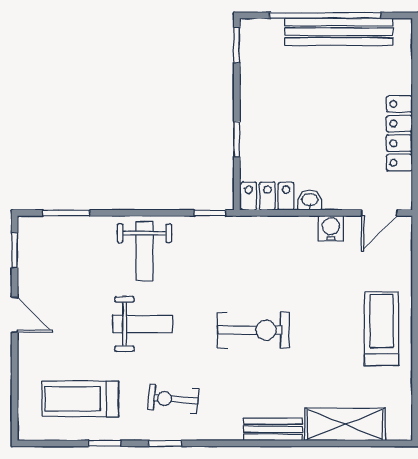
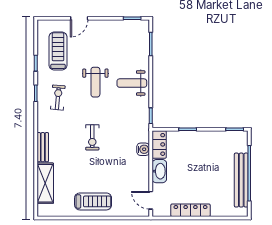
washbasin: (310, 200) -> (159, 171), width x1.91, depth x1.45
water cooler: (331, 228) -> (143, 149), moved
door: (15, 315) -> (79, 18), moved
exercise bike: (253, 330) -> (92, 137), width x0.73, depth x0.72

